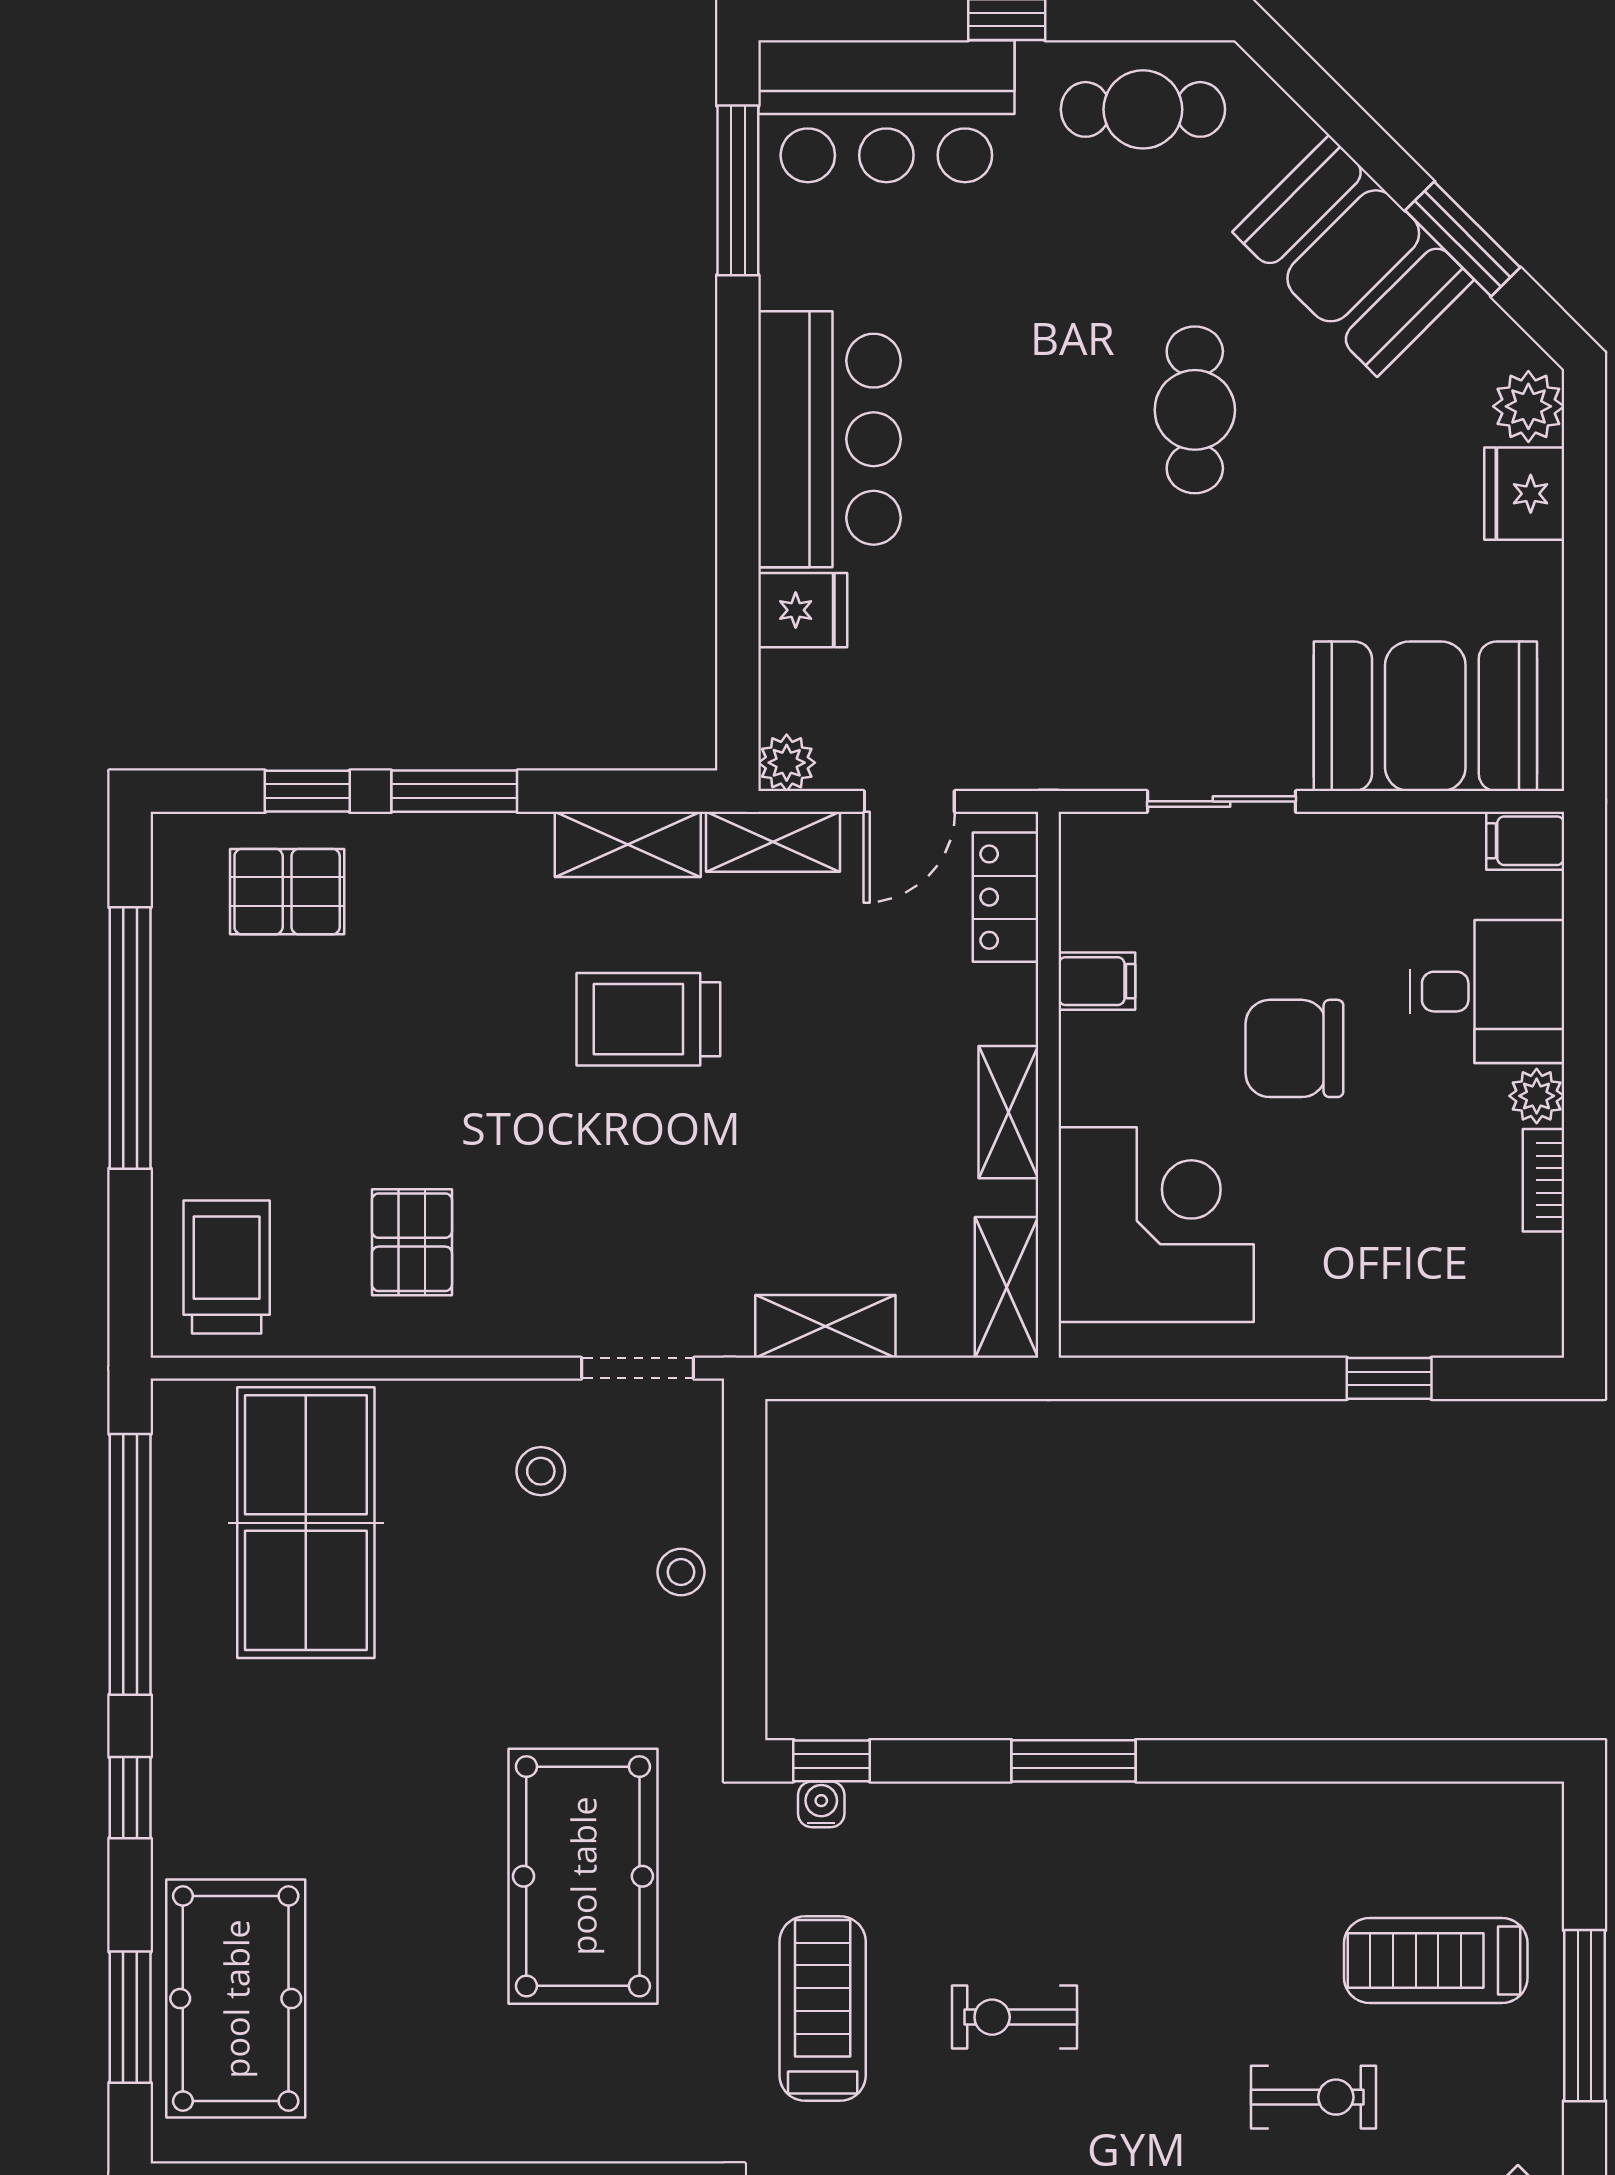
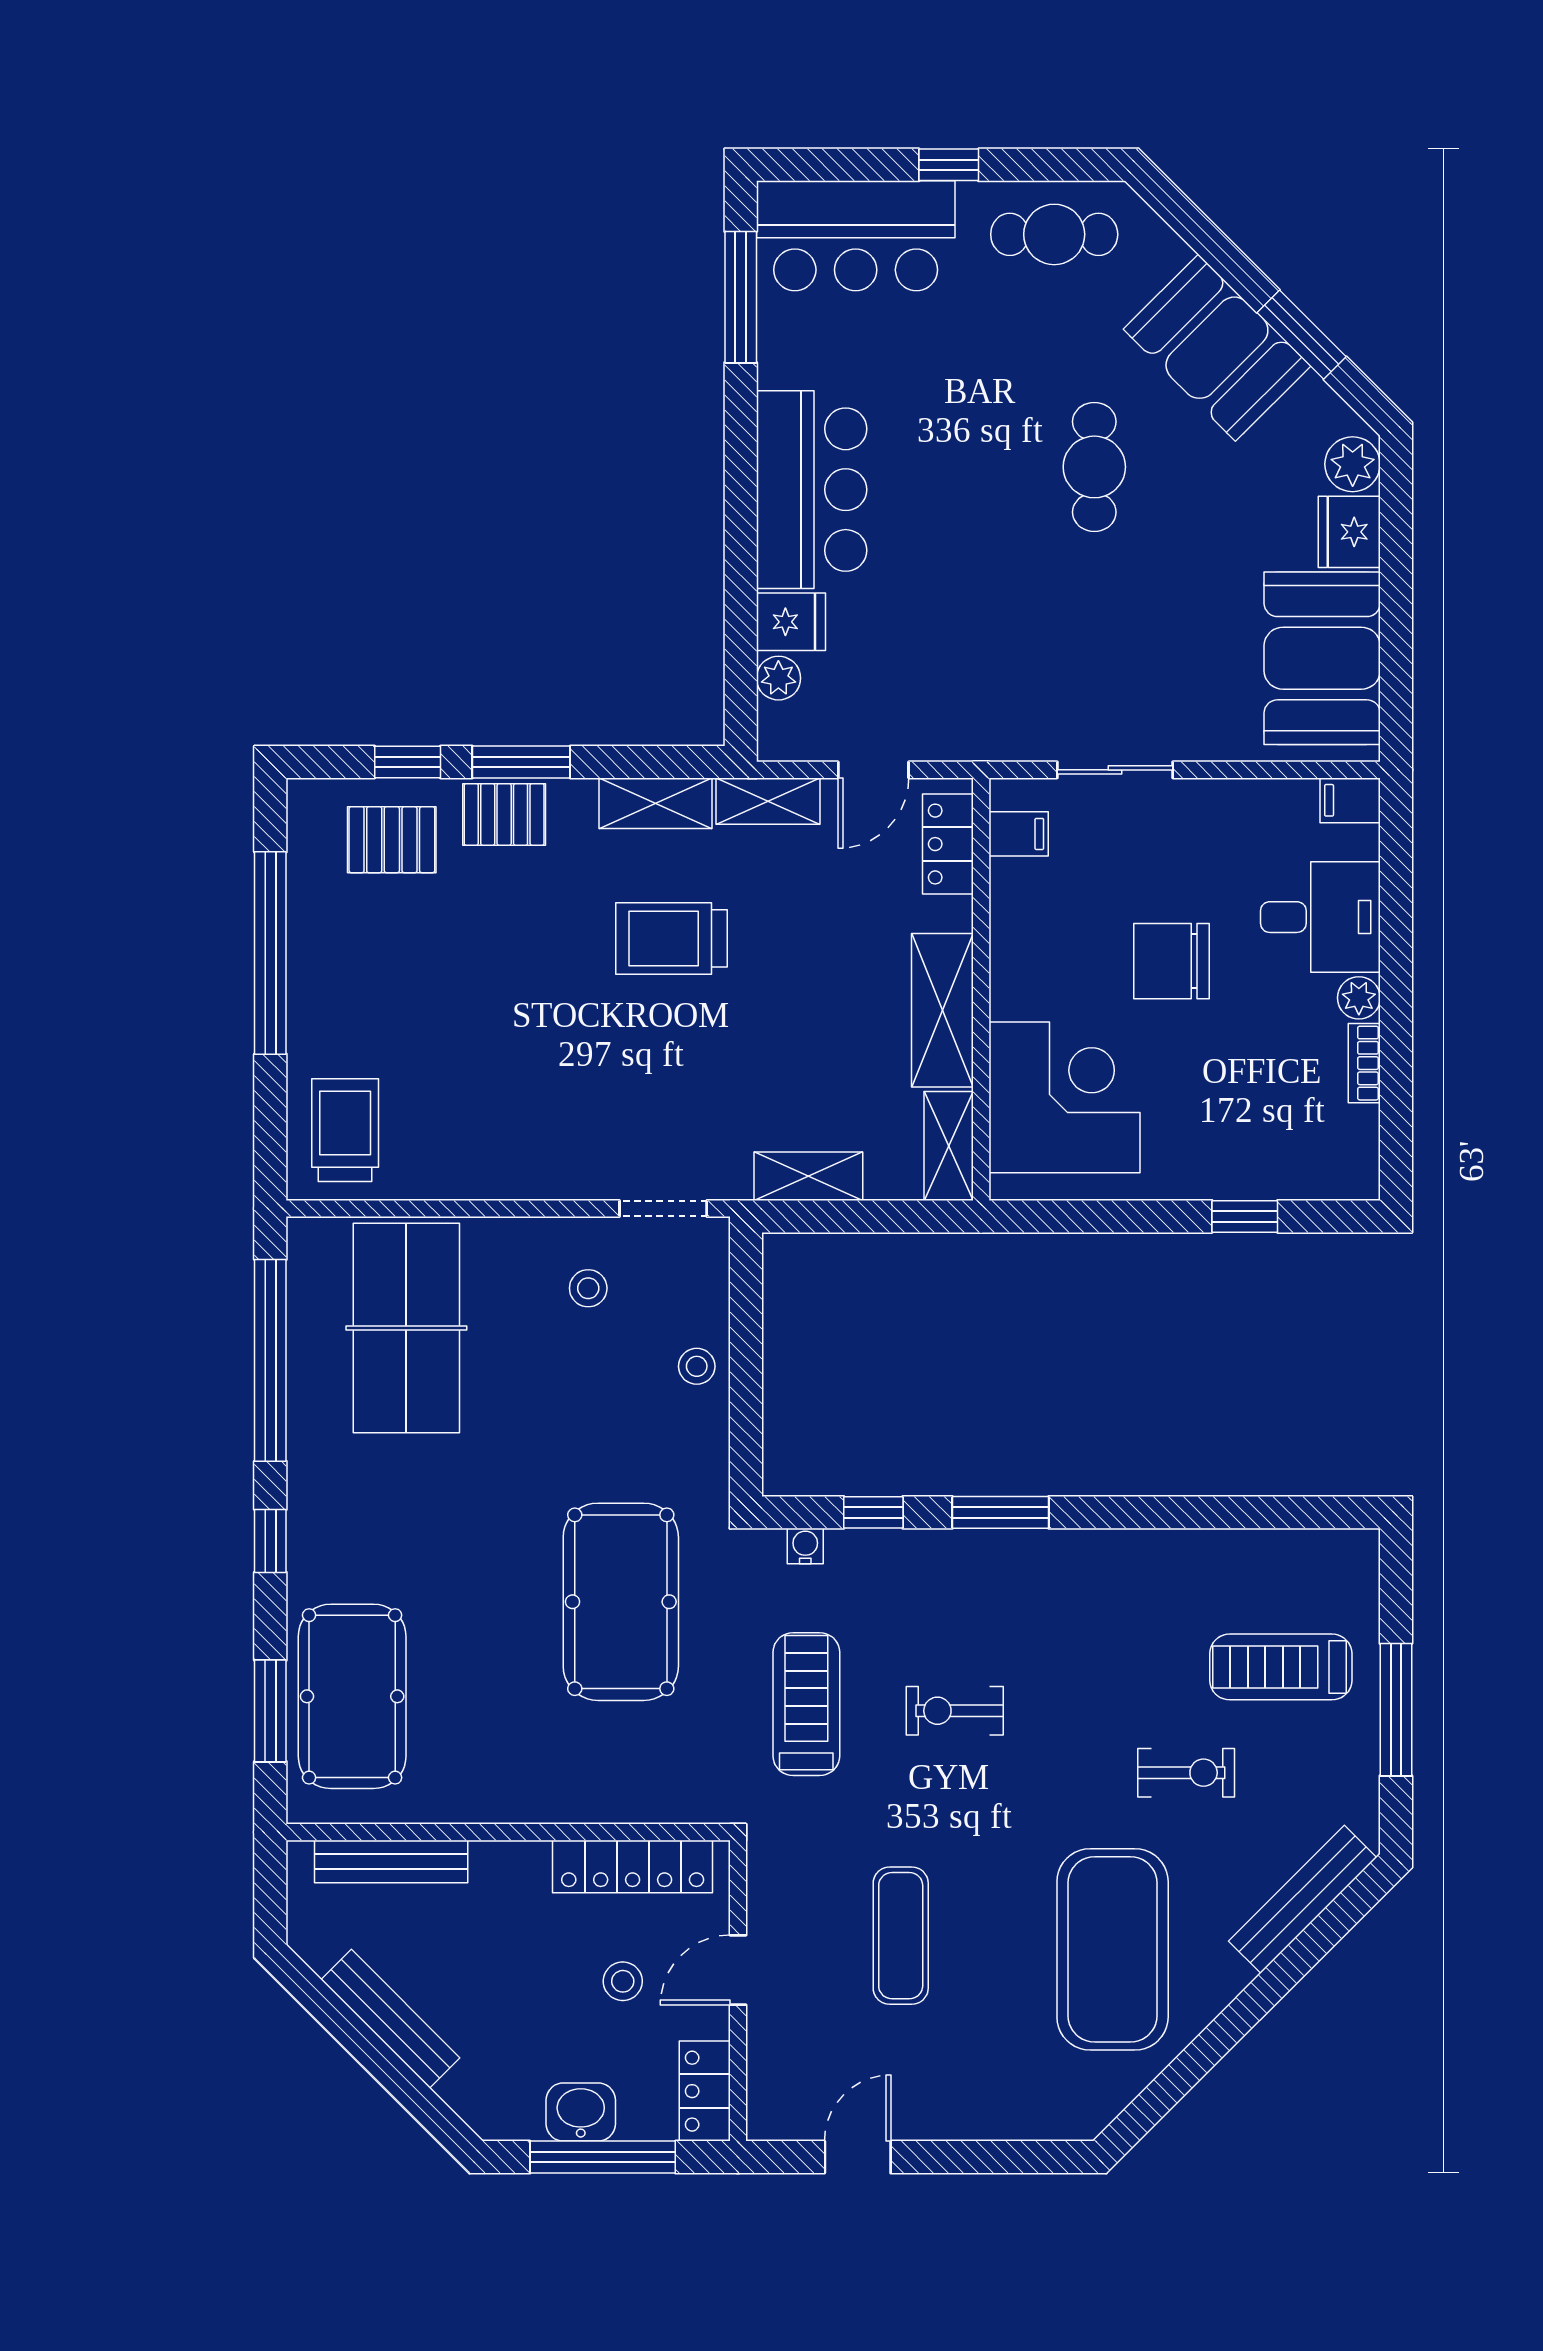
booth: (1425, 716) -> (1322, 658), moved, turned 90
plant: (787, 763) -> (778, 678), moved
filing cabinet: (1097, 981) -> (1019, 834), moved
shelving: (1008, 1112) -> (942, 1010), width x1.50, depth x1.33
pallet: (412, 1242) -> (504, 814), moved, turned 90
window: (832, 1761) -> (873, 1512), moved

